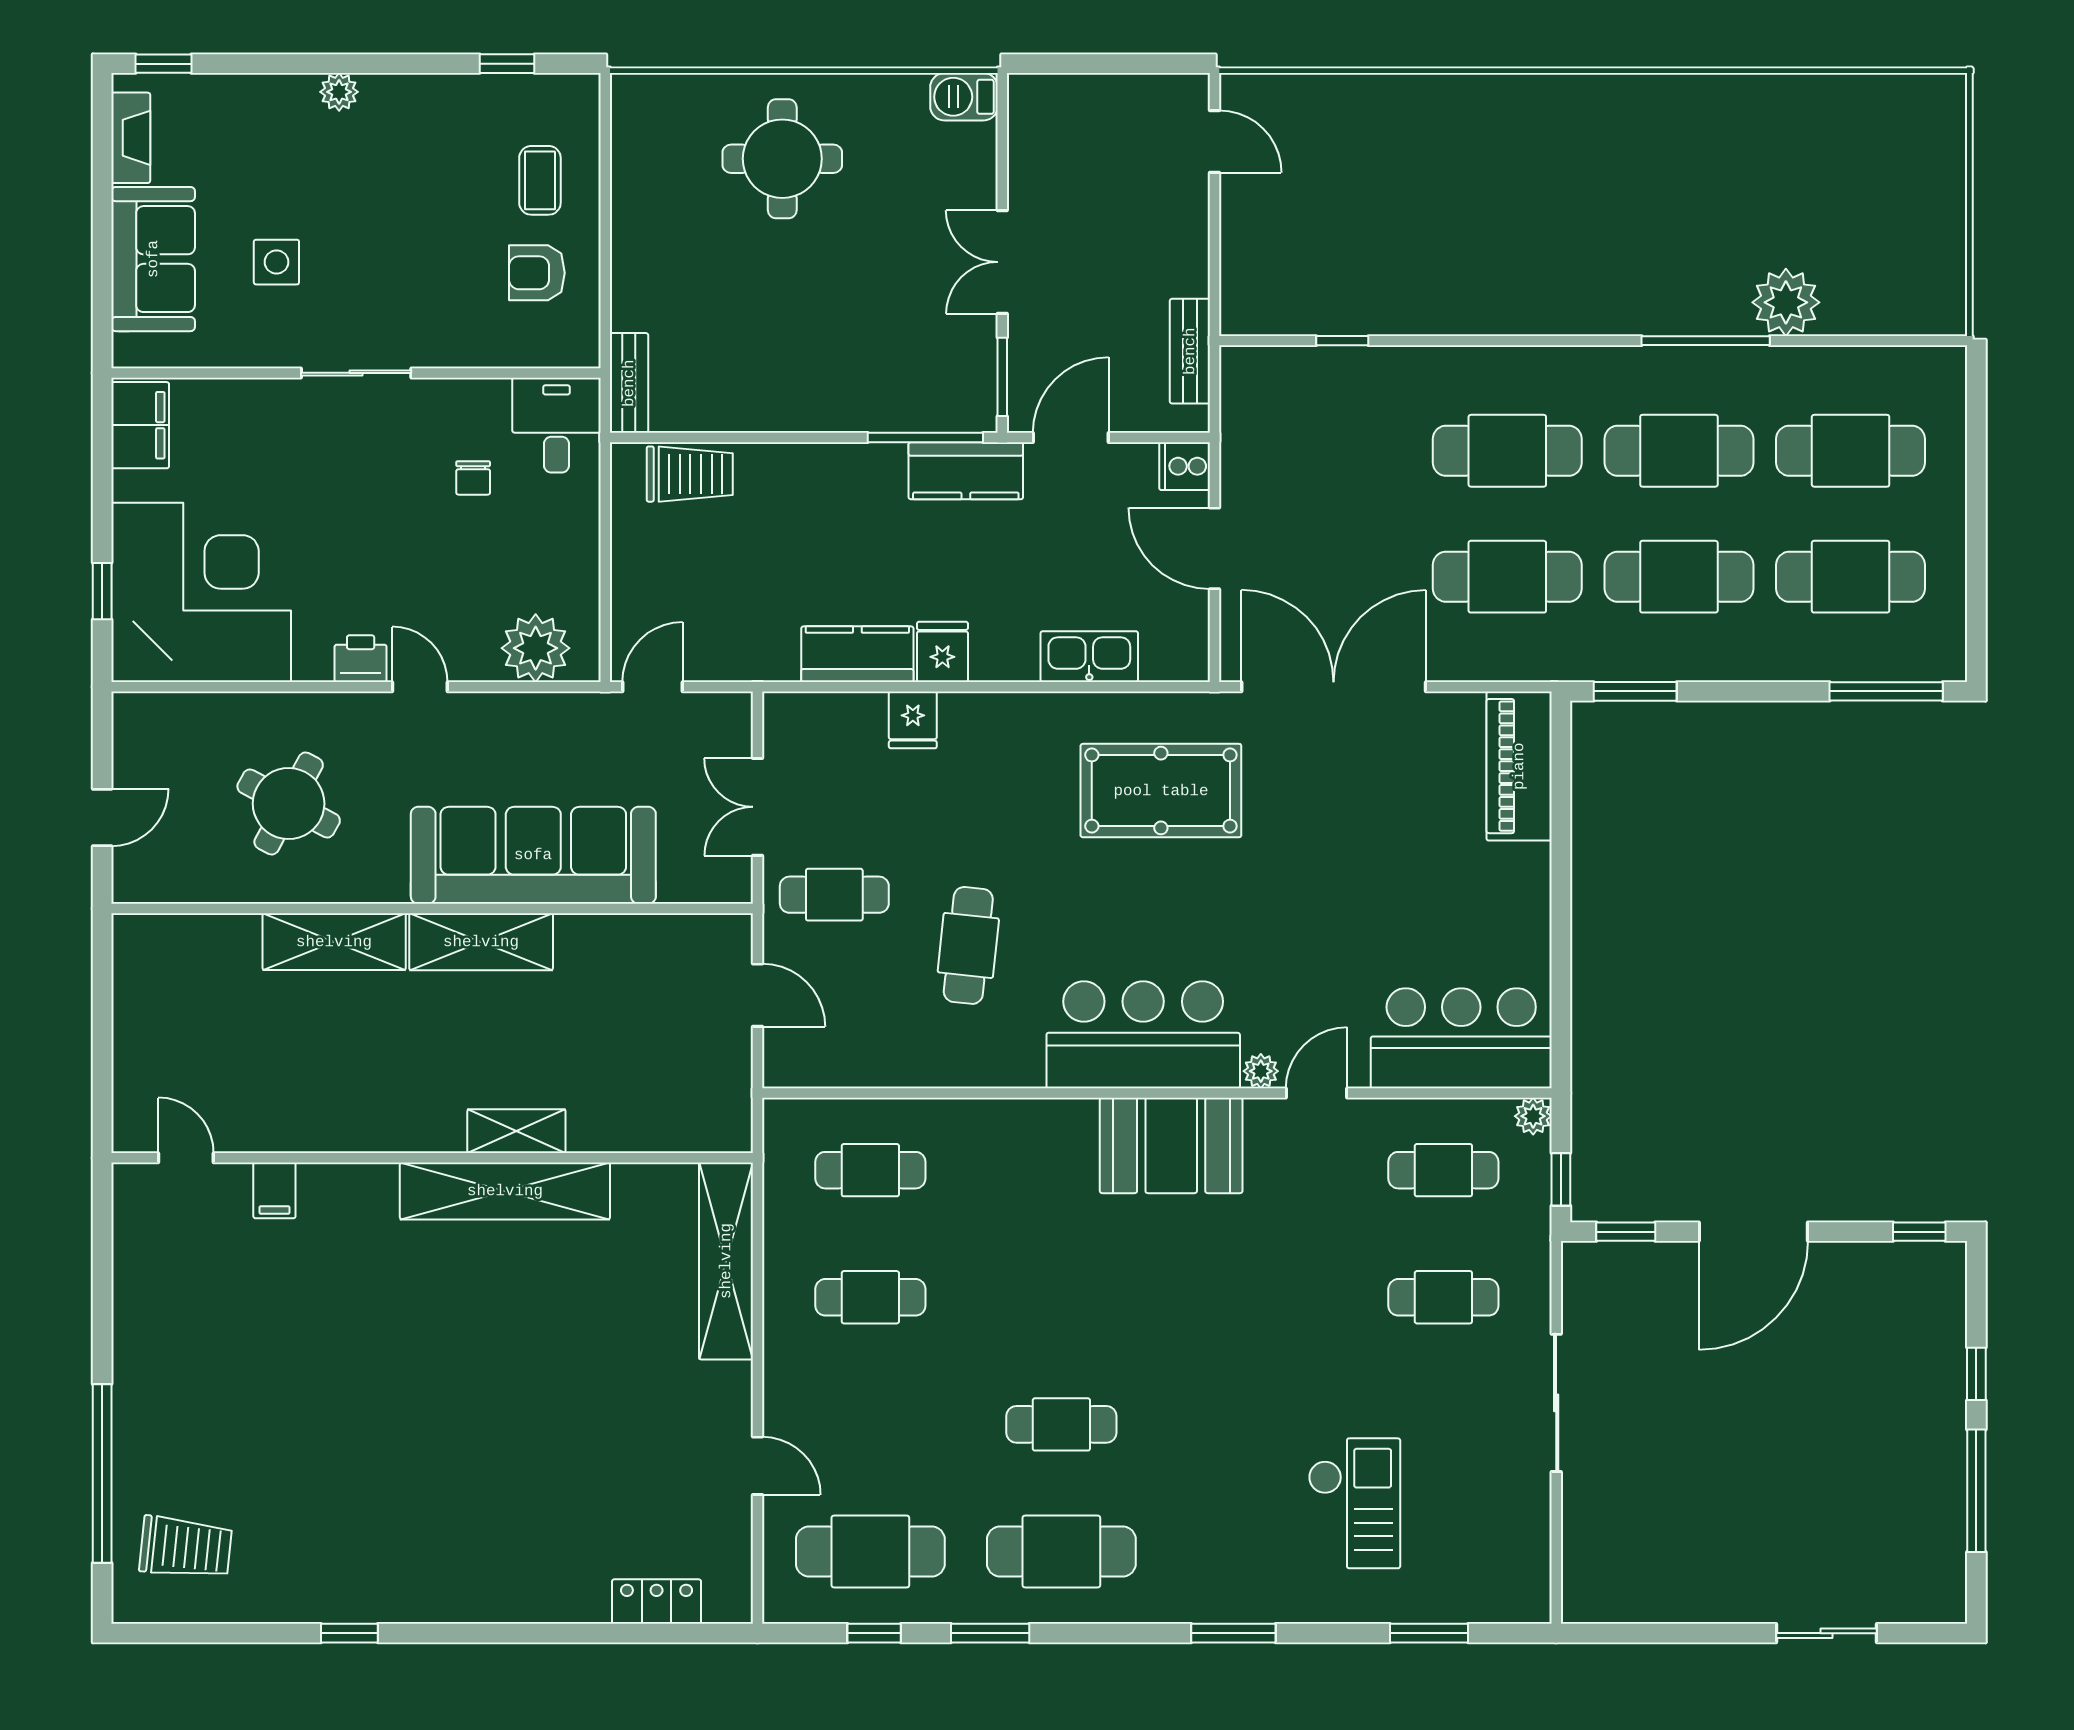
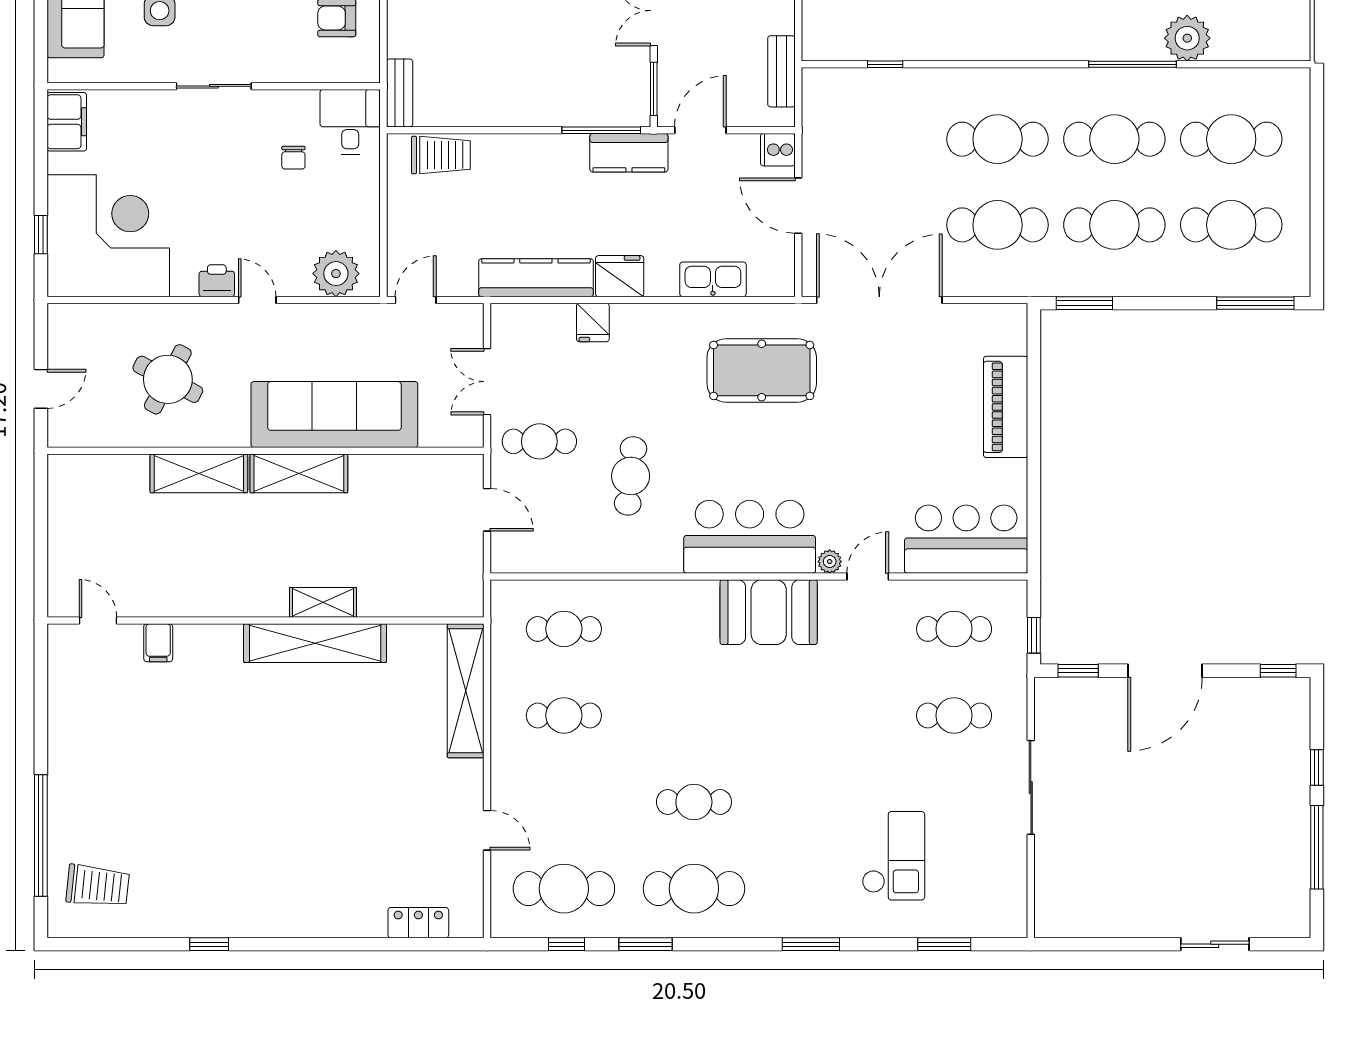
fridge: (942, 652) -> (620, 276), width x1.38
kitchen counter: (857, 654) -> (536, 278), width x1.50
piano: (1519, 766) -> (1006, 407), moved
plant: (1533, 1116) -> (1015, 592), removed

